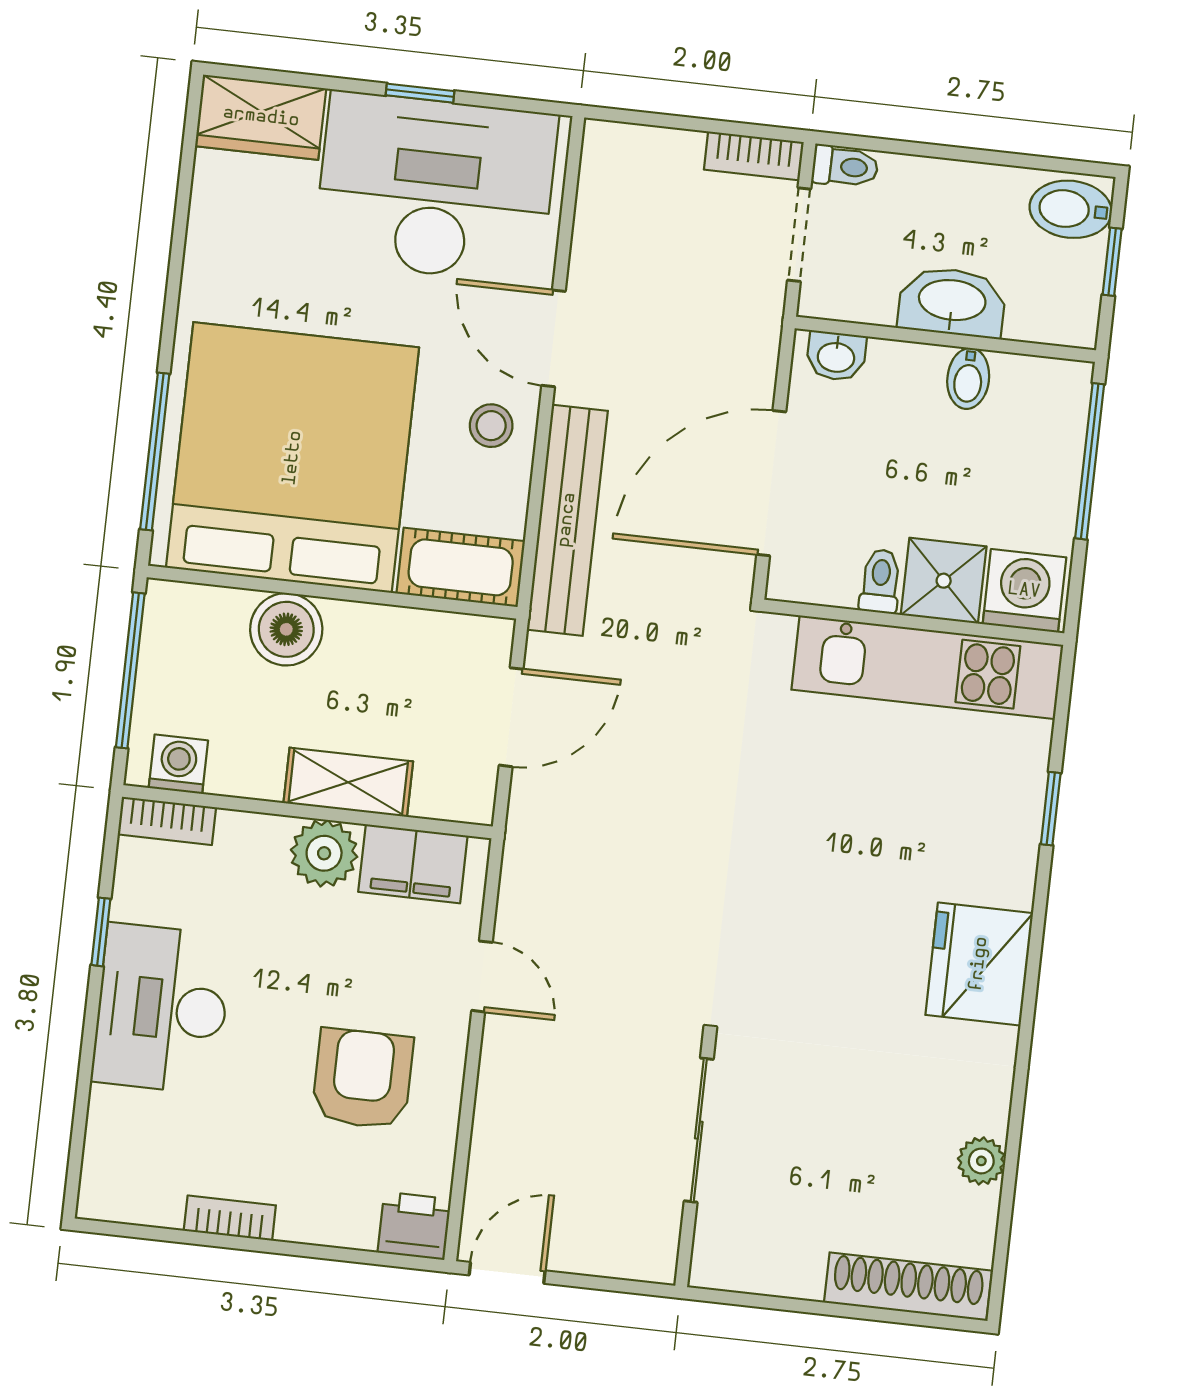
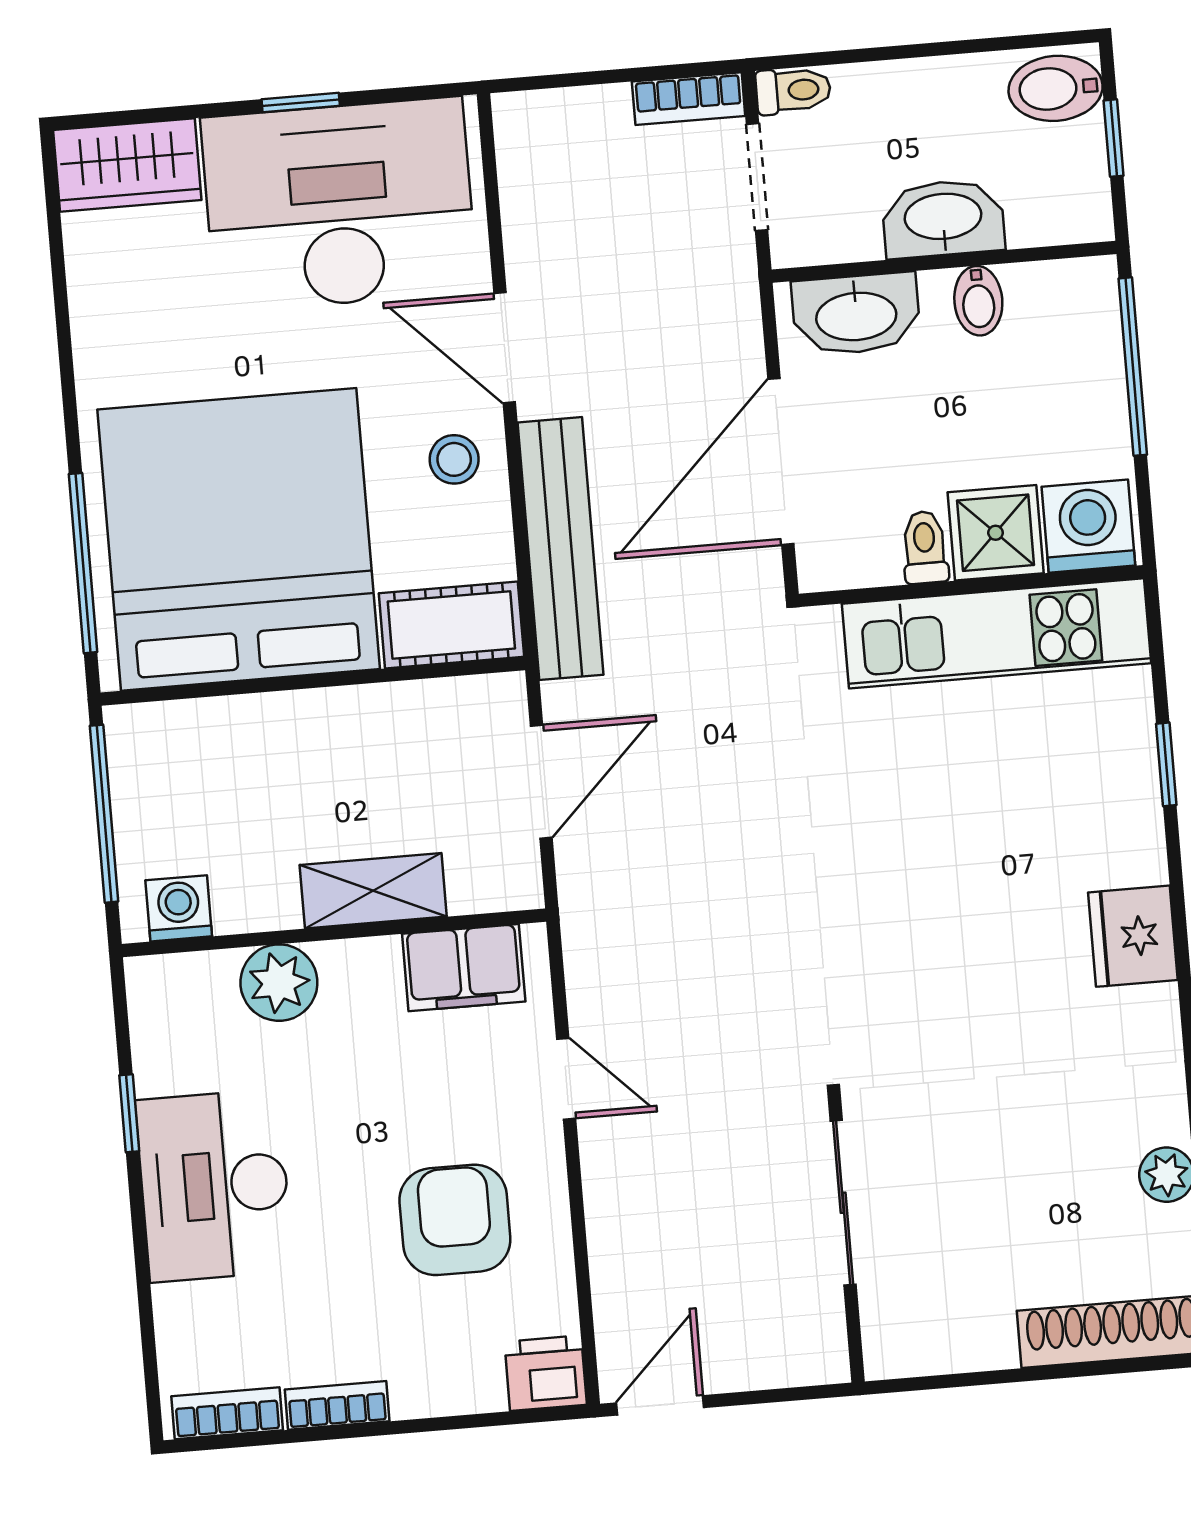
washbasin: (836, 356) -> (856, 314), width x1.91, depth x1.45
boiler: (286, 629) -> (270, 733), removed
bookcase: (167, 821) -> (227, 1413), moved, turned 180
plant: (324, 853) -> (279, 983), moved
fridge: (979, 964) -> (1133, 936), width x0.73, depth x0.75

